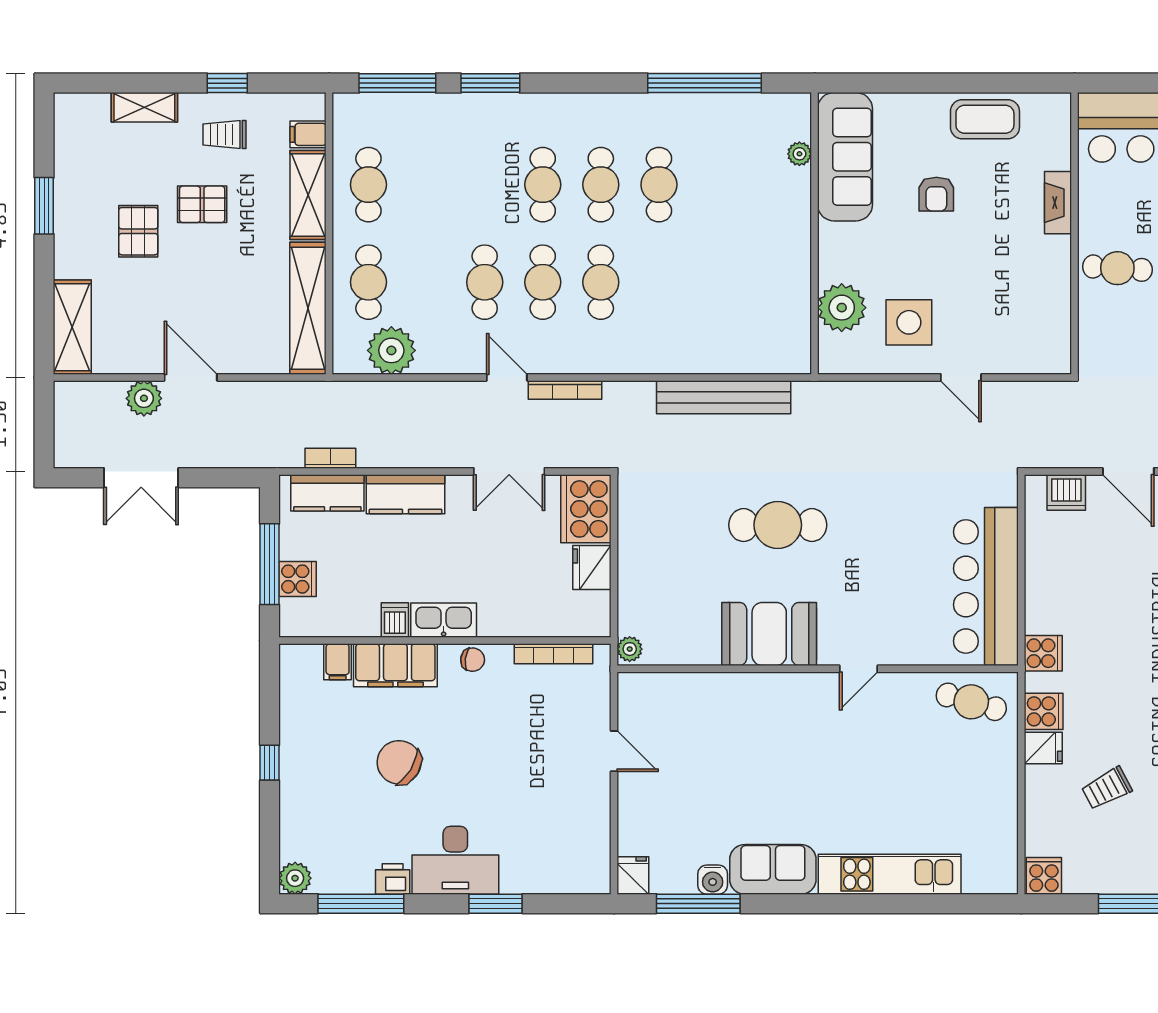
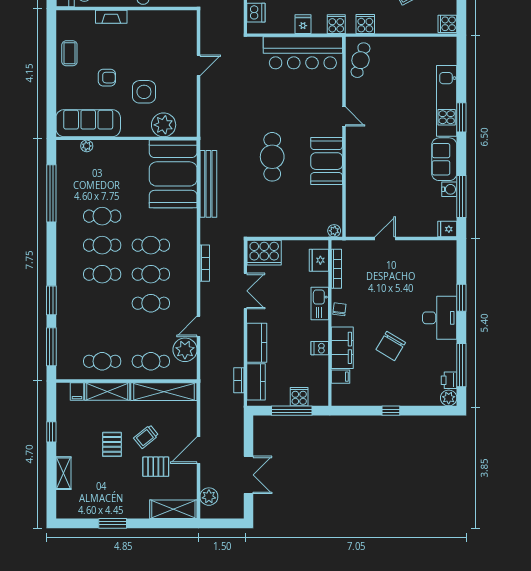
coffee table: (985, 119) -> (69, 53), width x0.73, depth x0.77
trolley: (224, 135) -> (146, 437), moved, turned 51
pallet: (138, 231) -> (156, 467), moved
side table: (909, 322) -> (144, 92), moved
booth: (743, 327) -> (173, 174), added
door: (507, 377) -> (198, 326), moved
plant: (144, 398) -> (209, 497), moved
fridge: (592, 568) -> (319, 260), moved, turned 90
kitchen sink: (444, 620) -> (320, 304), moved
fridge: (1043, 748) -> (303, 24), moved
printer: (393, 879) -> (449, 380), moved
window: (857, 904) -> (461, 117), added

